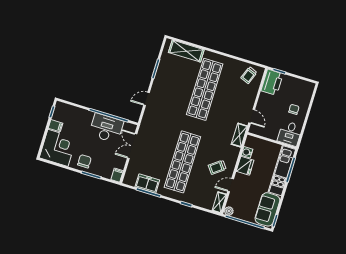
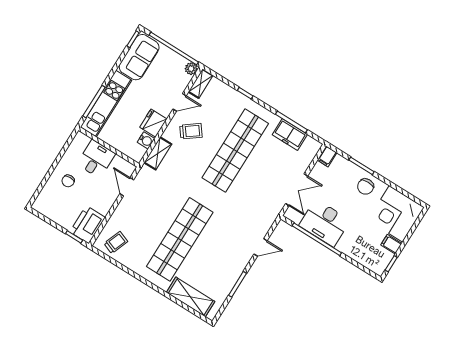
desk: (290, 133) -> (96, 159), moved
shelving: (239, 135) -> (158, 153), moved

